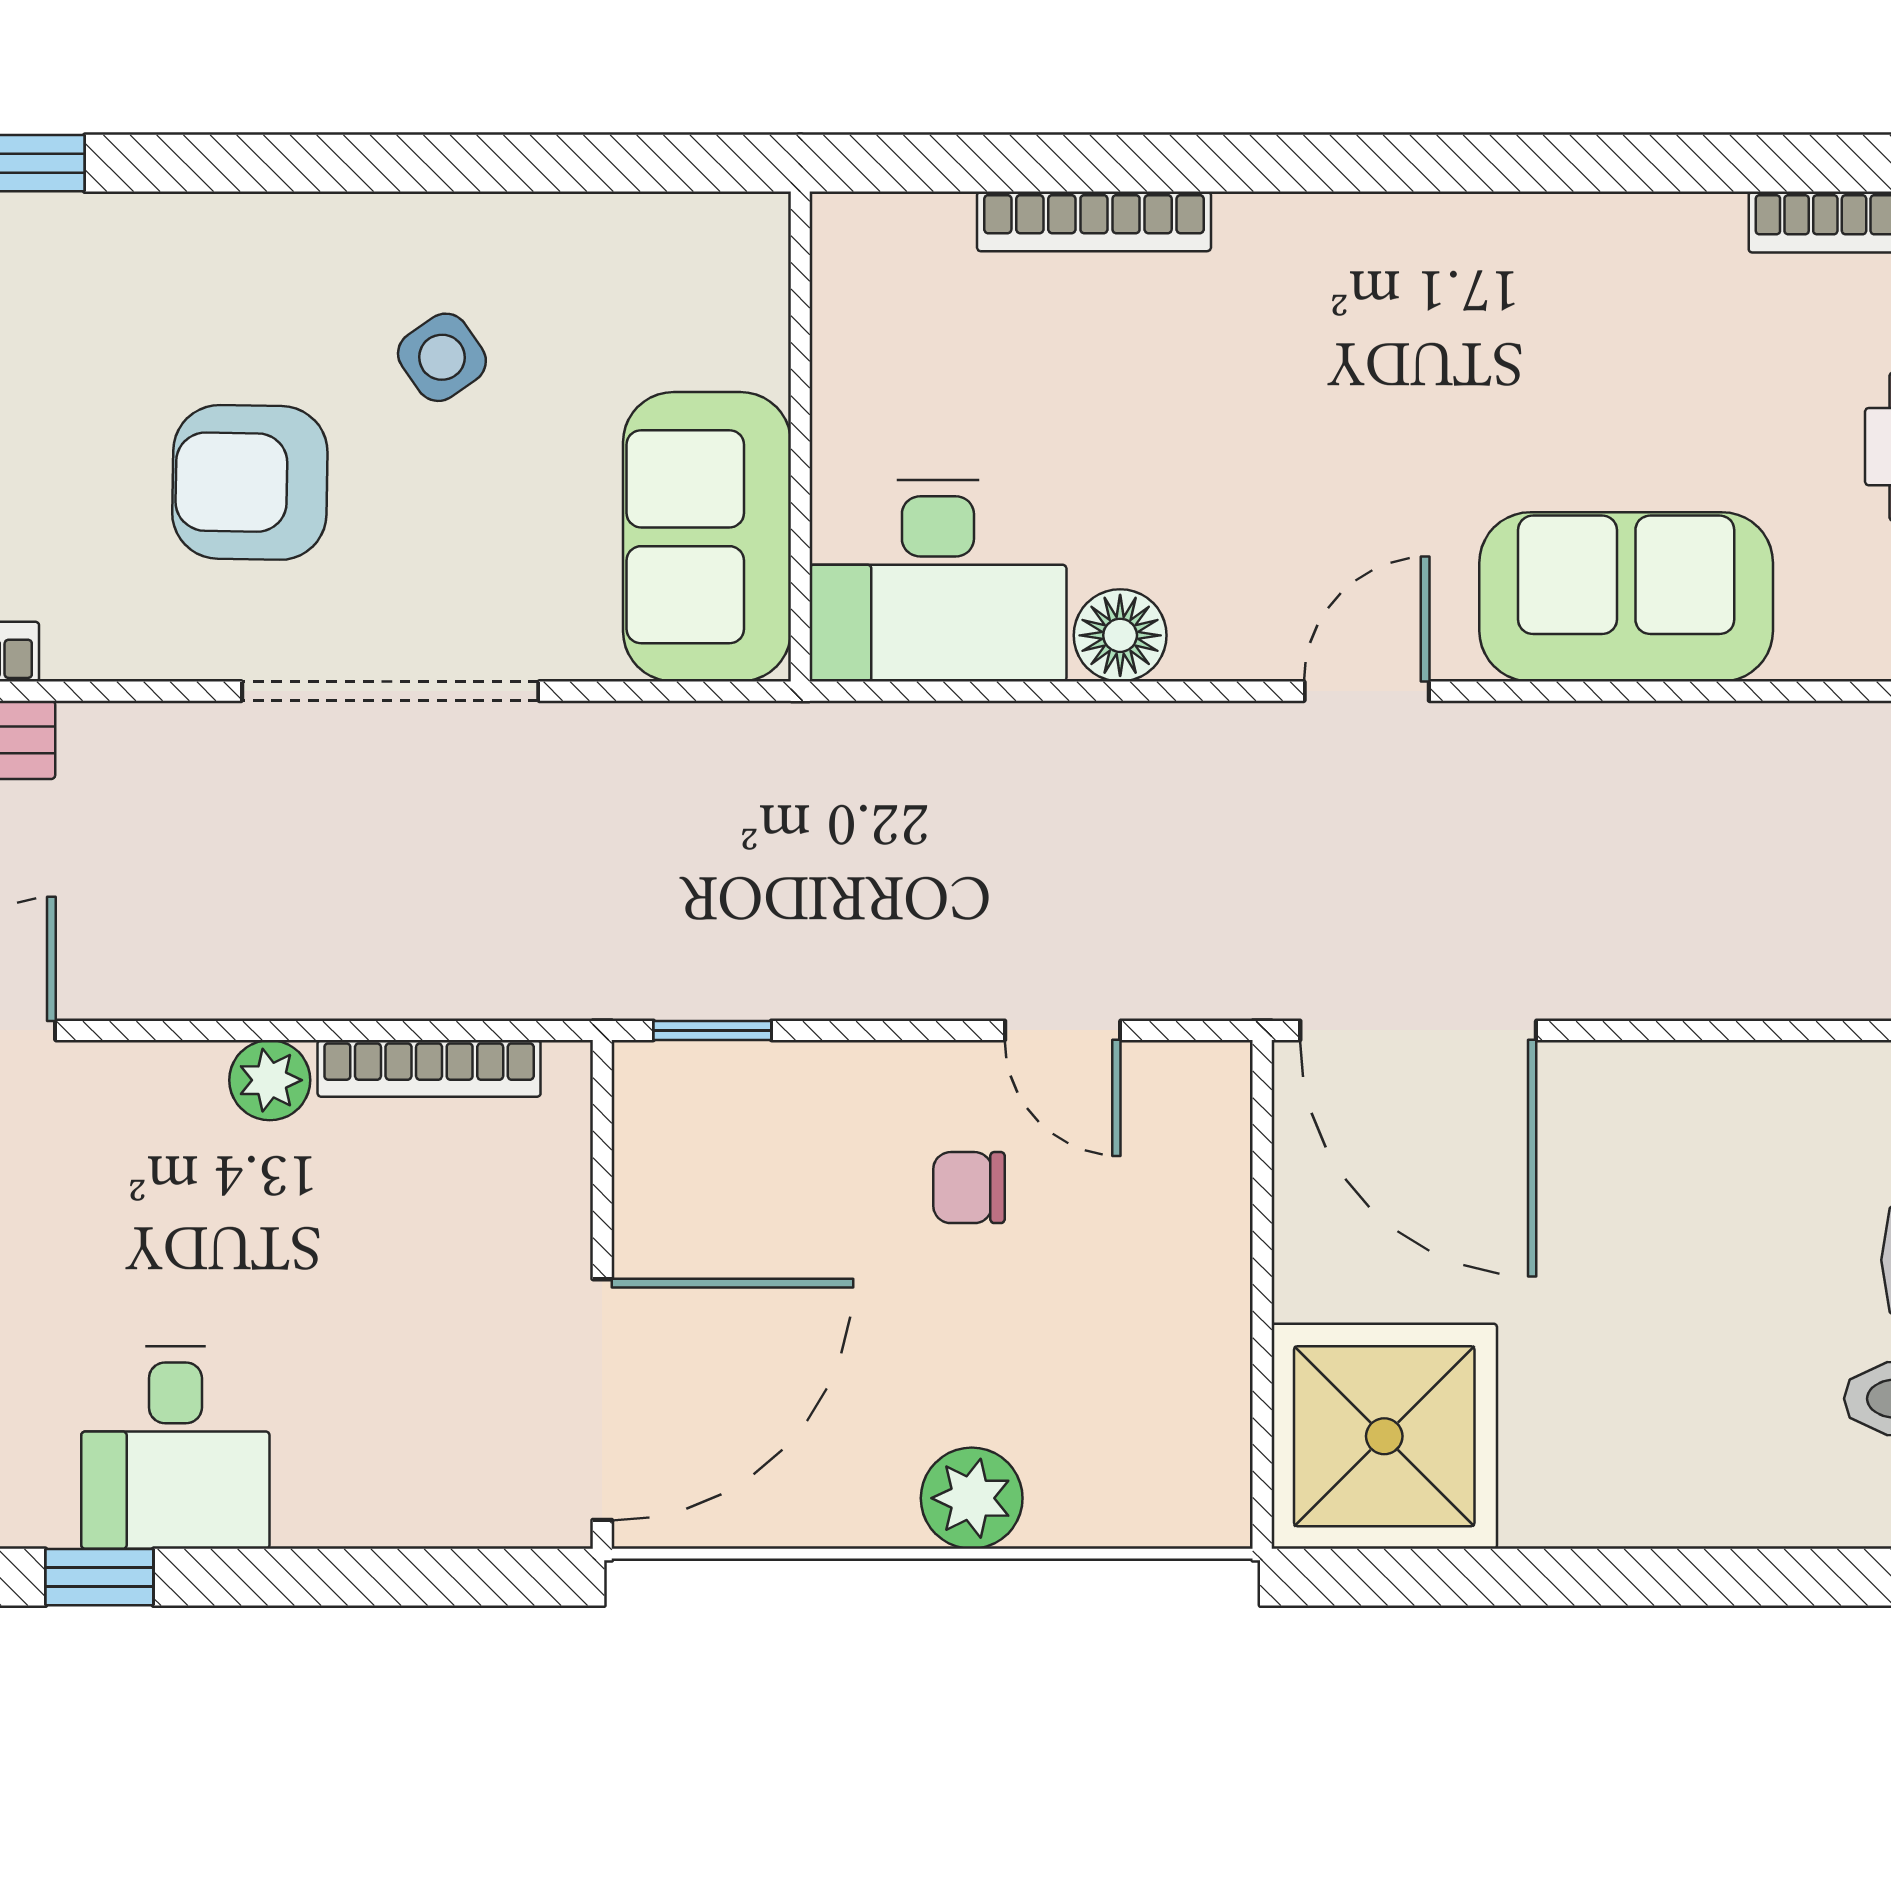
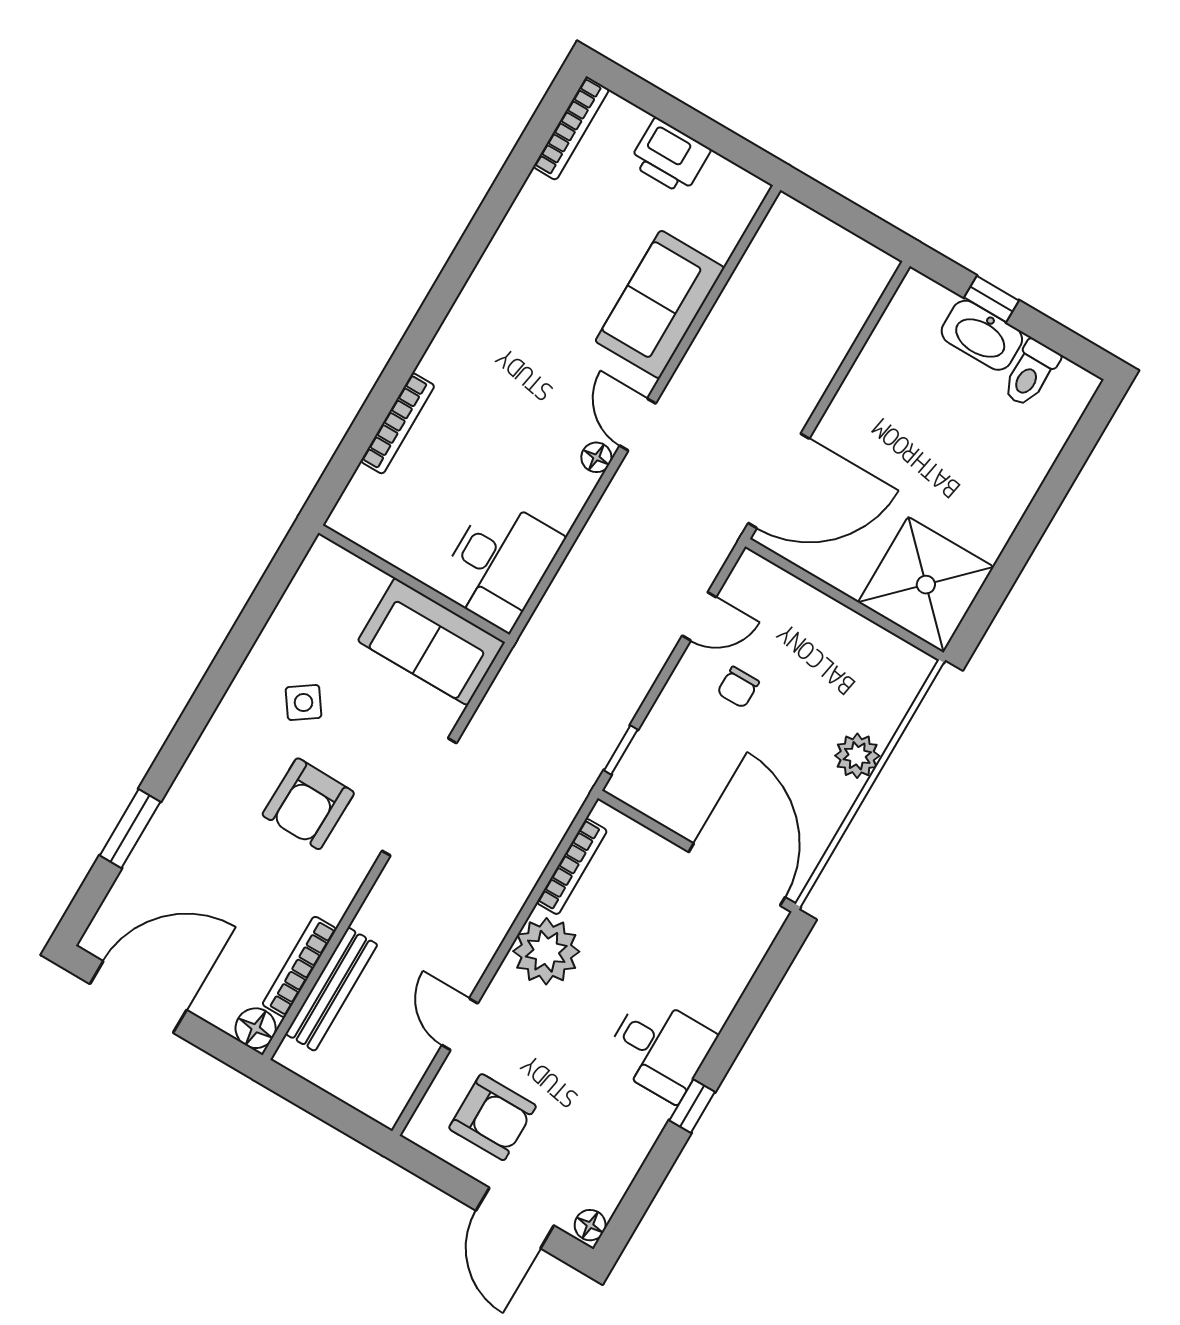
floor lamp: (1120, 635) -> (596, 457), moved, width x0.73, depth x0.73
plant: (270, 1080) -> (546, 951), width x1.87, depth x1.87

